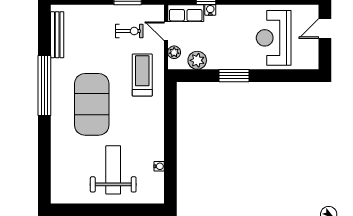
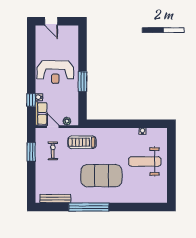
door: (166, 31) -> (53, 127), swing flipped
reception desk: (274, 38) -> (55, 72), moved
plant: (197, 60) -> (72, 106), removed

